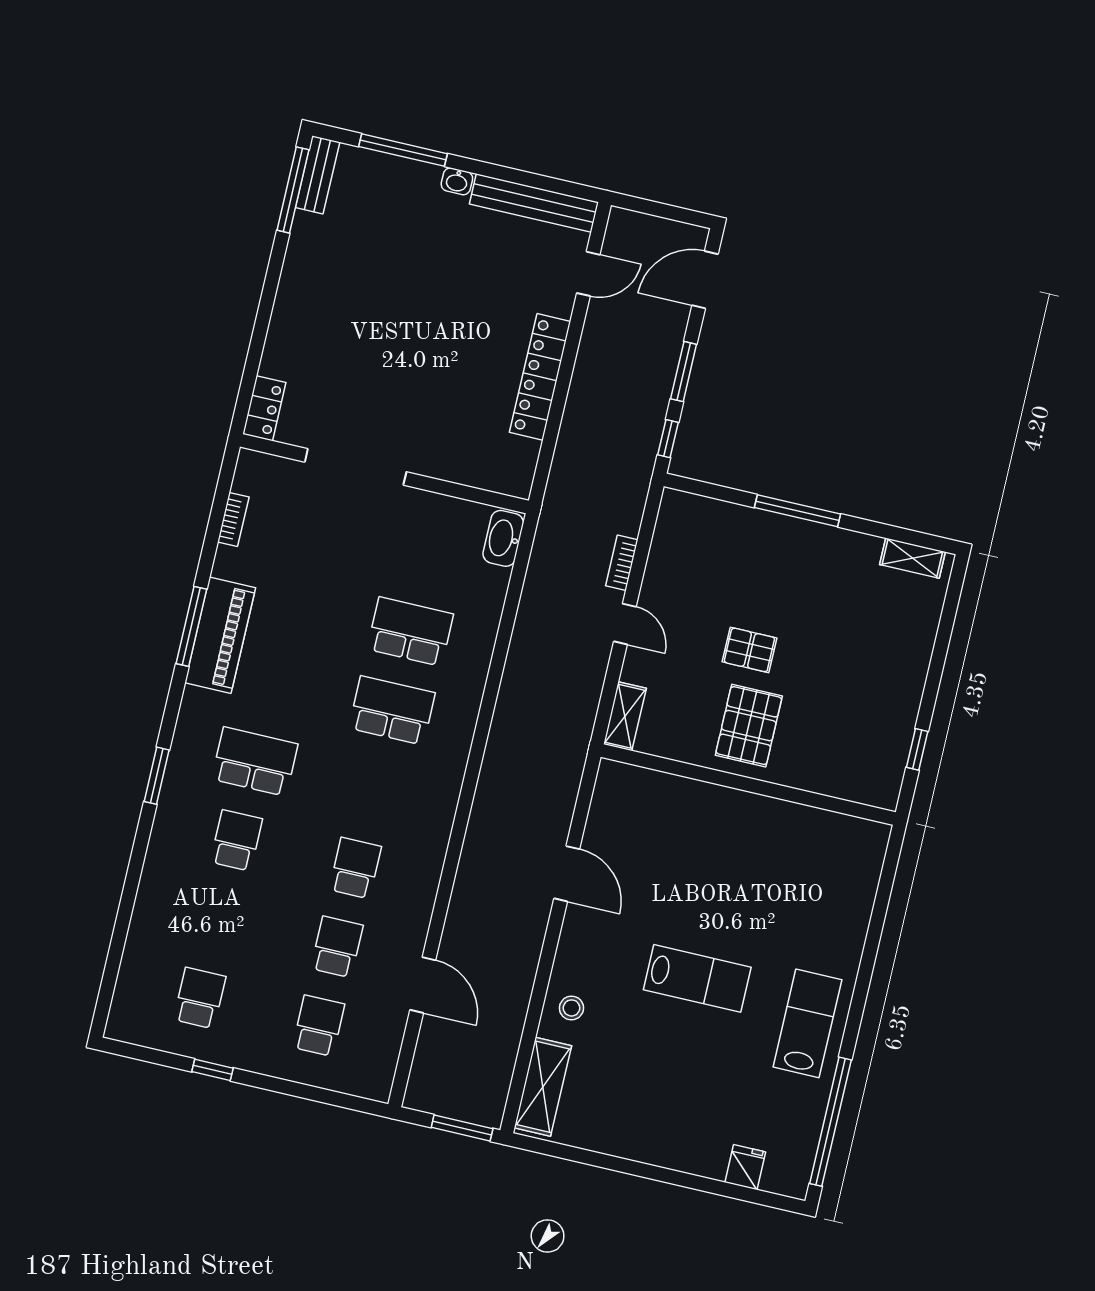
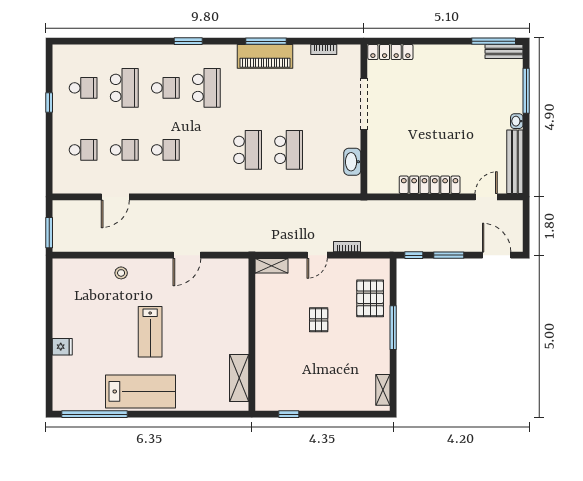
door: (588, 274) -> (486, 197), swing flipped
locker: (264, 408) -> (390, 52), width x1.53
washbasin: (503, 538) -> (352, 162), moved, turned -90
pallet: (749, 726) -> (370, 298), moved, turned 90
school desk: (218, 919) -> (124, 88), added
lab bench: (807, 1023) -> (141, 391), width x1.36, depth x1.39
shelving: (543, 1087) -> (239, 378), moved, turned 90
fridge: (745, 1167) -> (62, 347), moved

